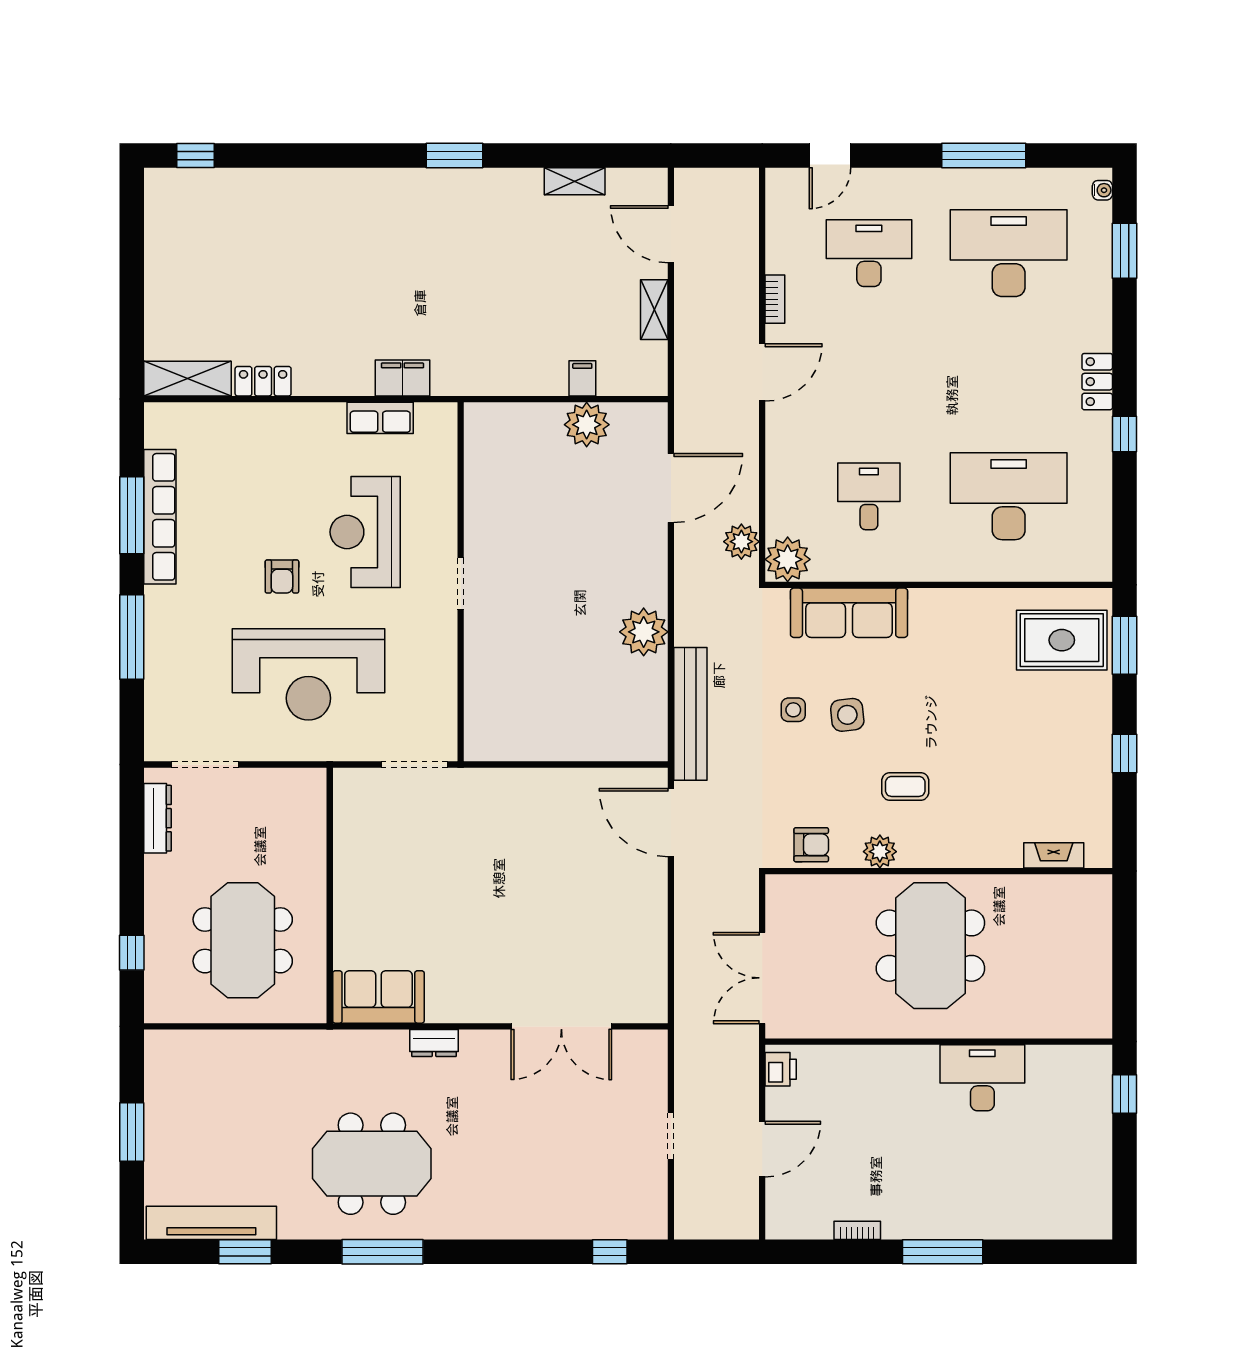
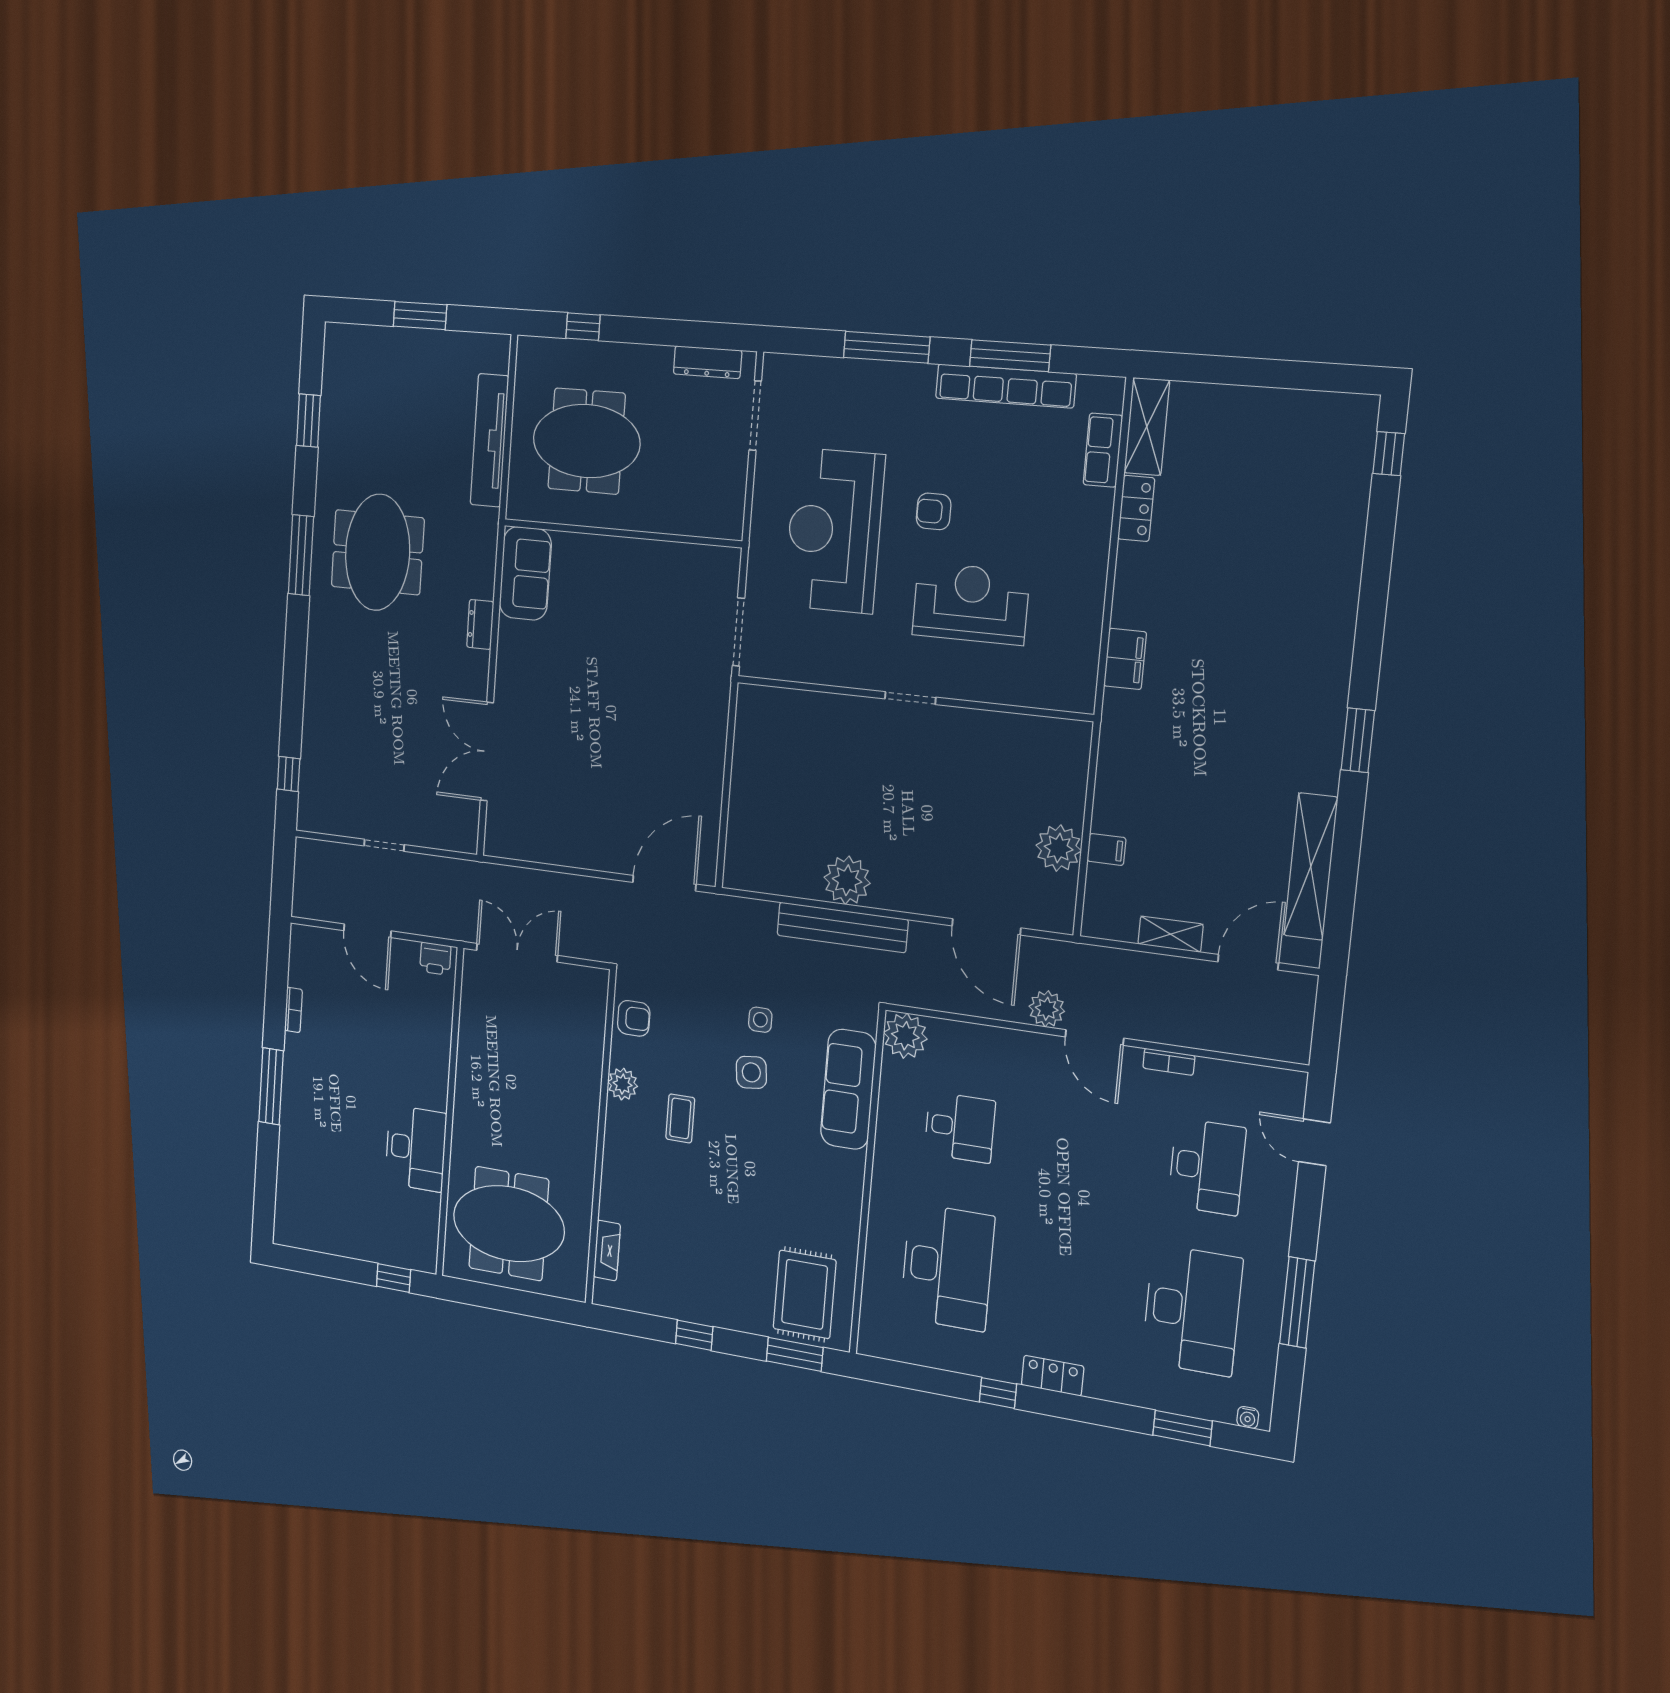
shelving: (575, 181) -> (1311, 867), width x2.20, depth x1.33
row of seats: (380, 418) -> (1103, 450), moved
plant: (741, 542) -> (1047, 1009), moved
bench: (690, 714) -> (842, 927), moved
armchair: (811, 845) -> (634, 1018), turned -90
meeting table: (930, 946) -> (509, 1224), moved
tv unit: (211, 1223) -> (489, 440), moved, turned 180

